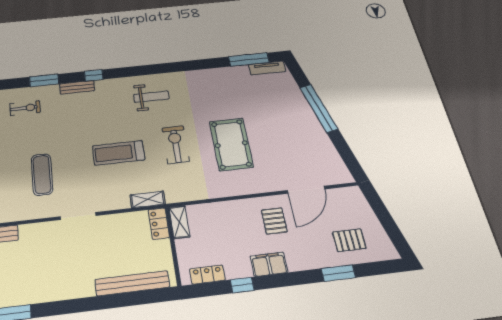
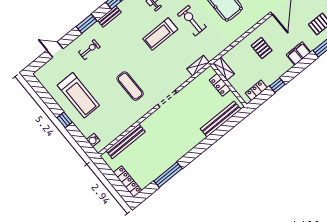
treadmill: (119, 153) -> (160, 34), moved
pallet: (274, 221) -> (262, 48), moved
locker: (159, 224) -> (220, 85), moved
filing cabinet: (269, 264) -> (298, 53), moved

